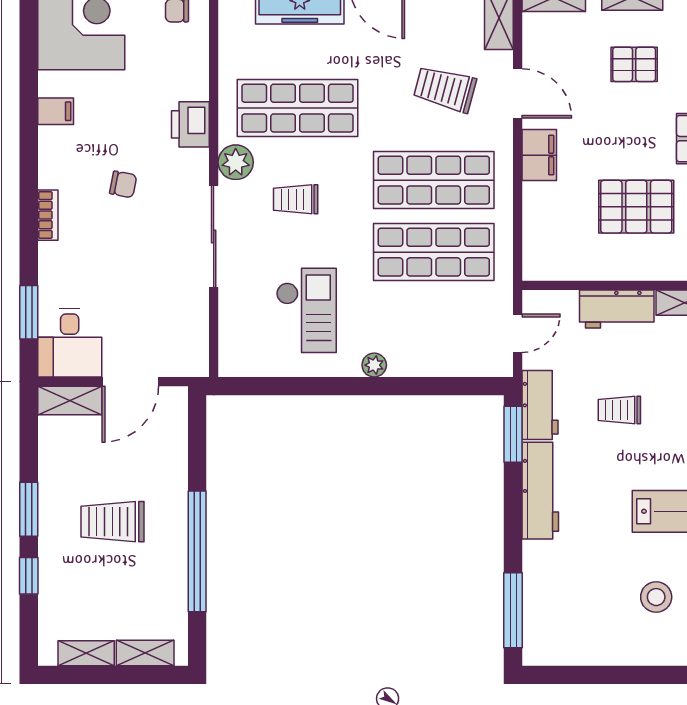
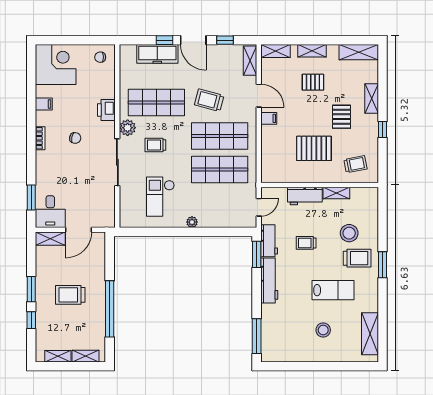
trolley: (445, 89) -> (209, 100), moved
filing cabinet: (539, 155) -> (269, 118), width x0.50
bookcase: (48, 215) -> (40, 138), moved
checkout: (306, 310) -> (160, 197), turned 180

